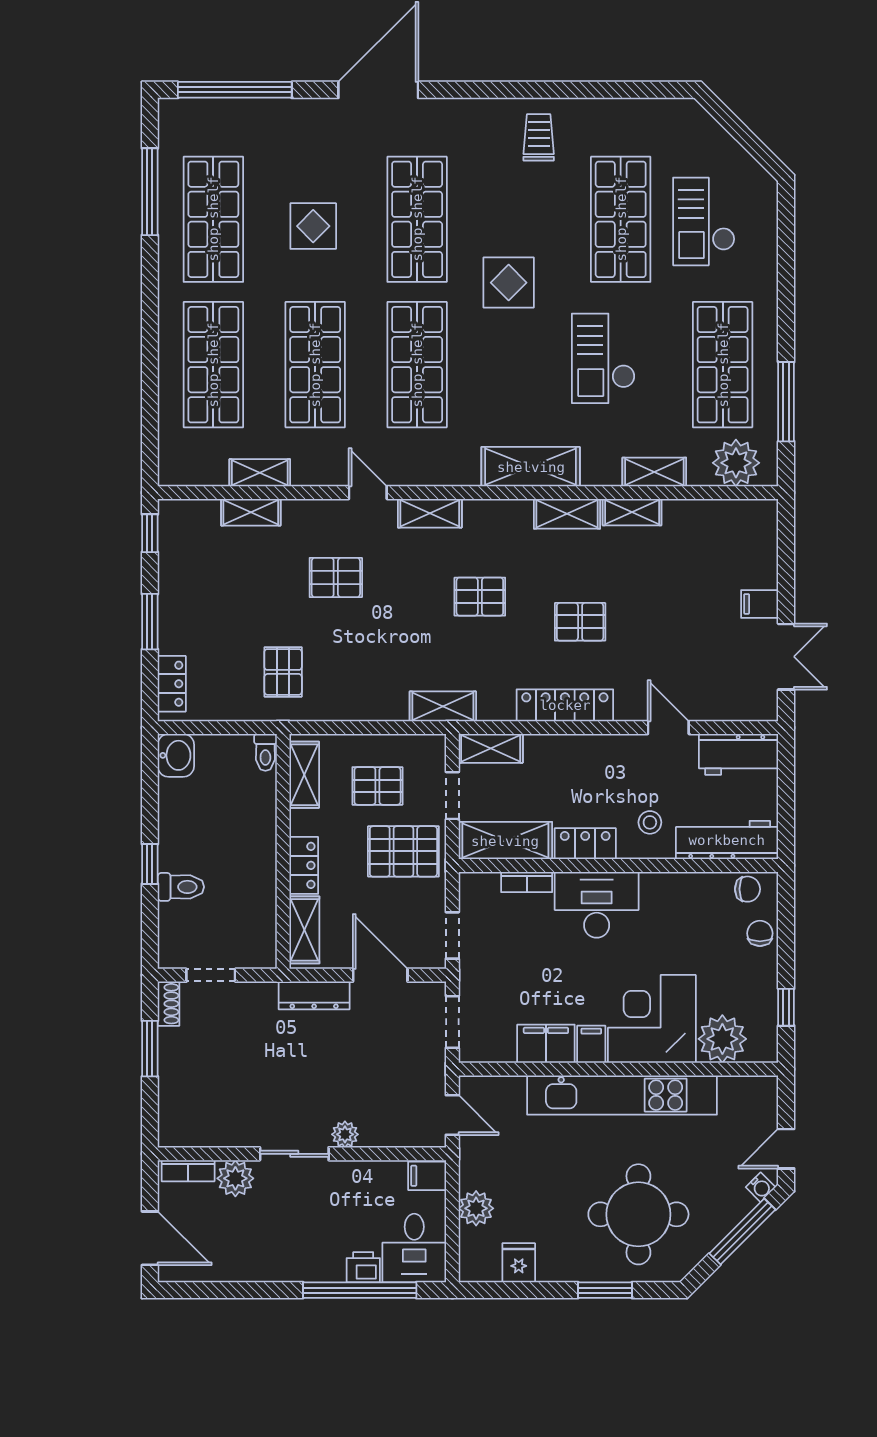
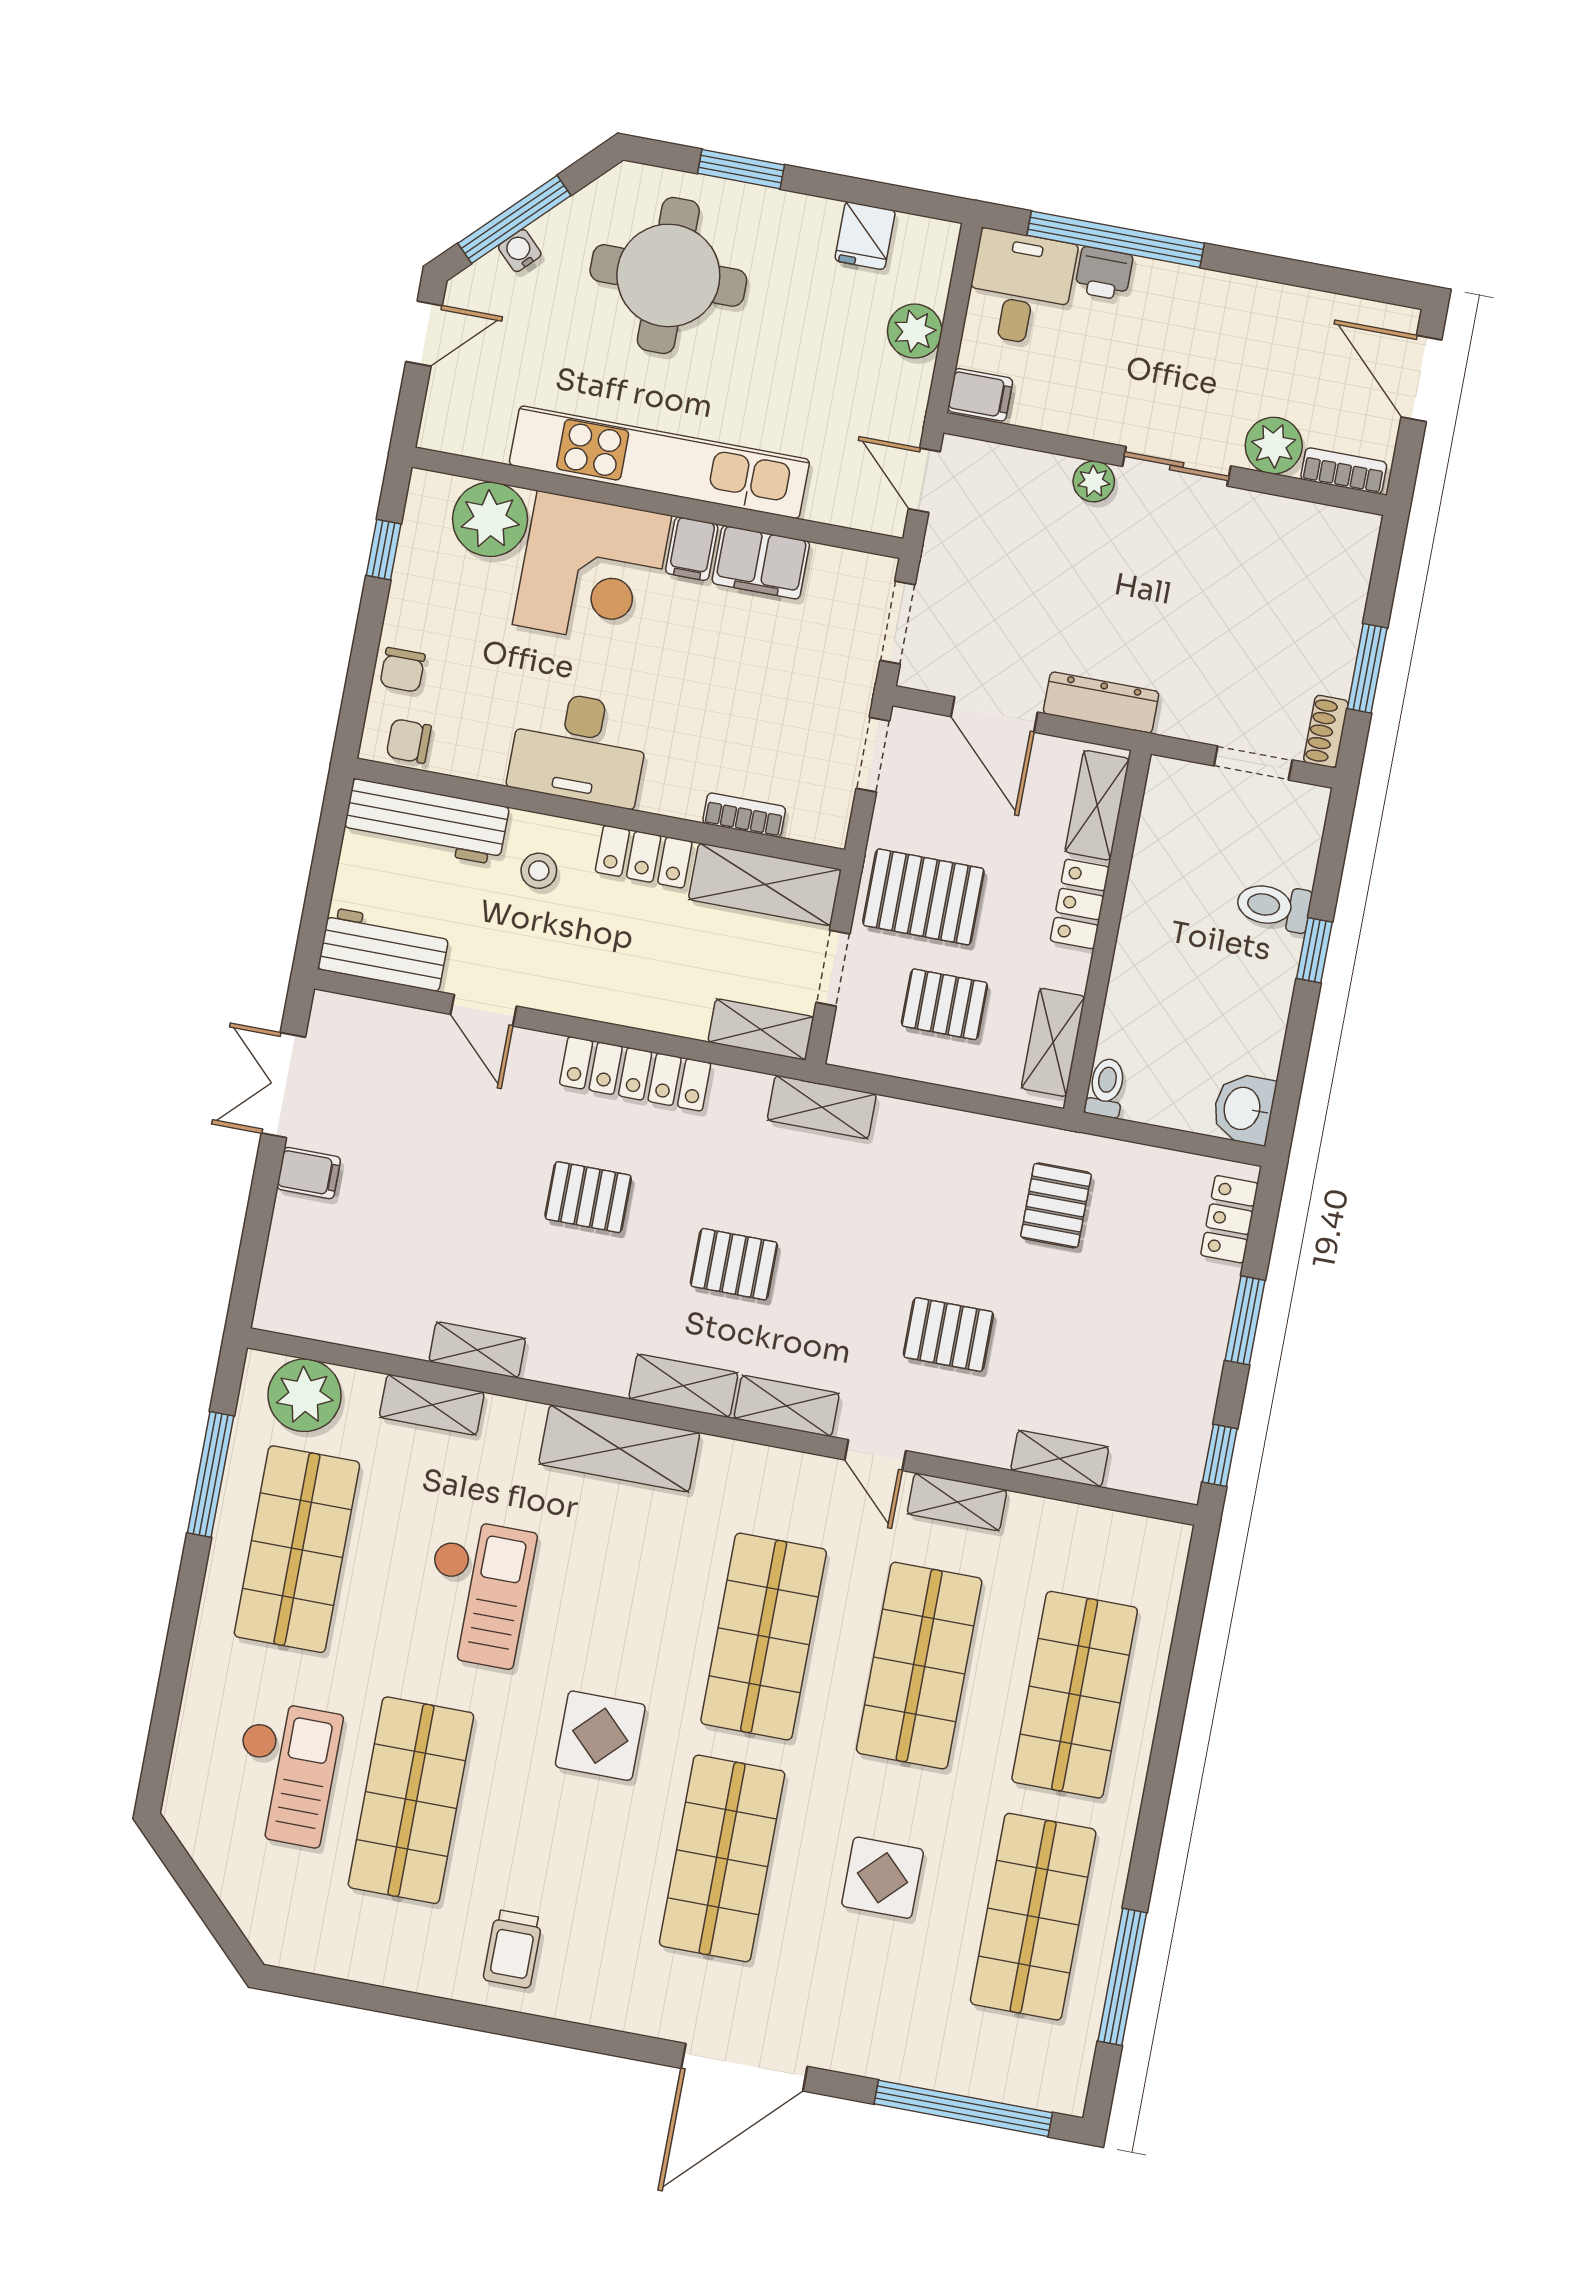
shelving: (260, 473) -> (957, 1502), moved
shelving: (567, 514) -> (683, 1386), moved
desk: (597, 905) -> (579, 748), moved
water cooler: (761, 1187) -> (520, 251), moved

